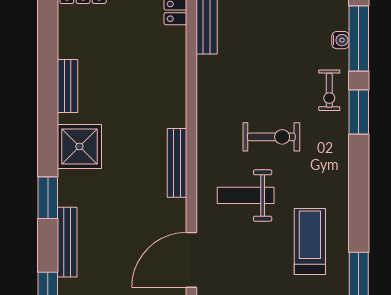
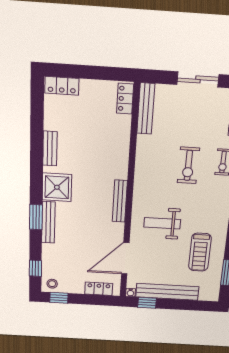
exercise bike: (271, 137) -> (188, 165), moved, turned 90
treadmill: (310, 241) -> (200, 252), turned 180
bench: (67, 242) -> (48, 222), moved

